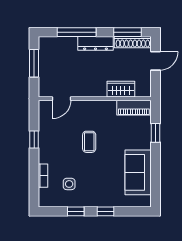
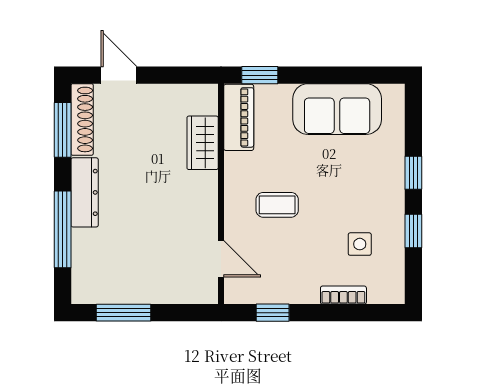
wardrobe: (121, 89) -> (203, 143), moved
door: (62, 99) -> (221, 259), moved
wall: (95, 99) -> (221, 194), moved
piano: (134, 108) -> (239, 117), moved

